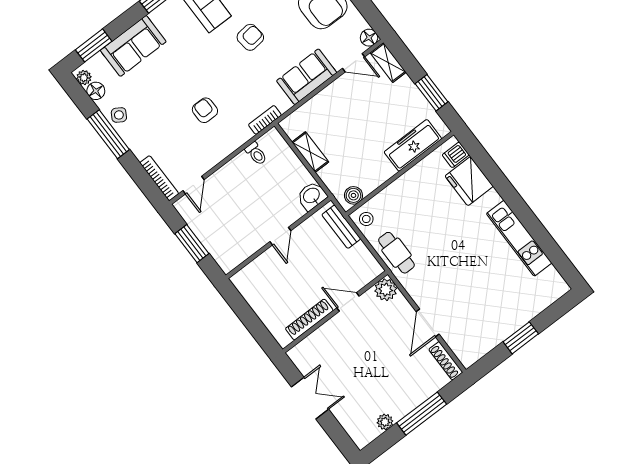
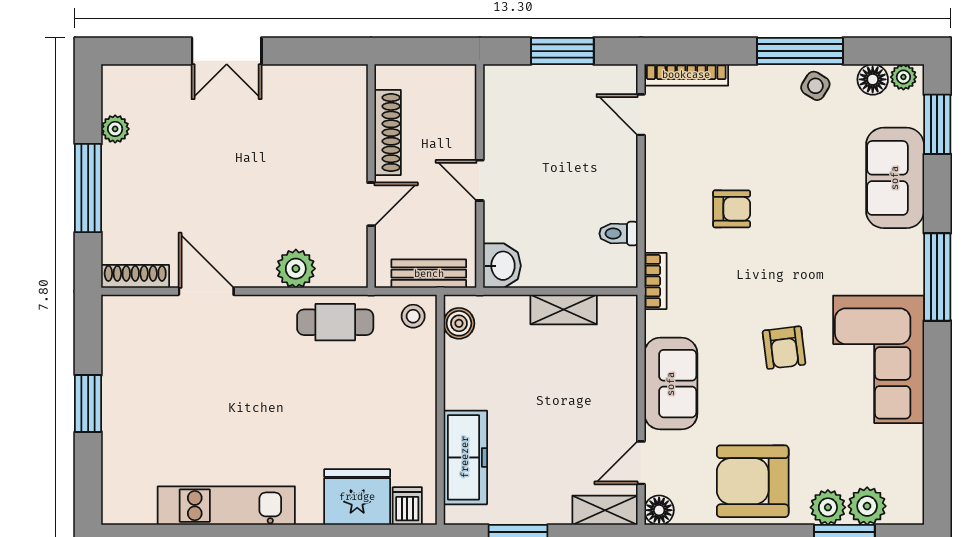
door: (348, 302) -> (371, 204), moved
wall: (335, 312) -> (371, 176), moved
shoe rack: (309, 320) -> (388, 133), moved

